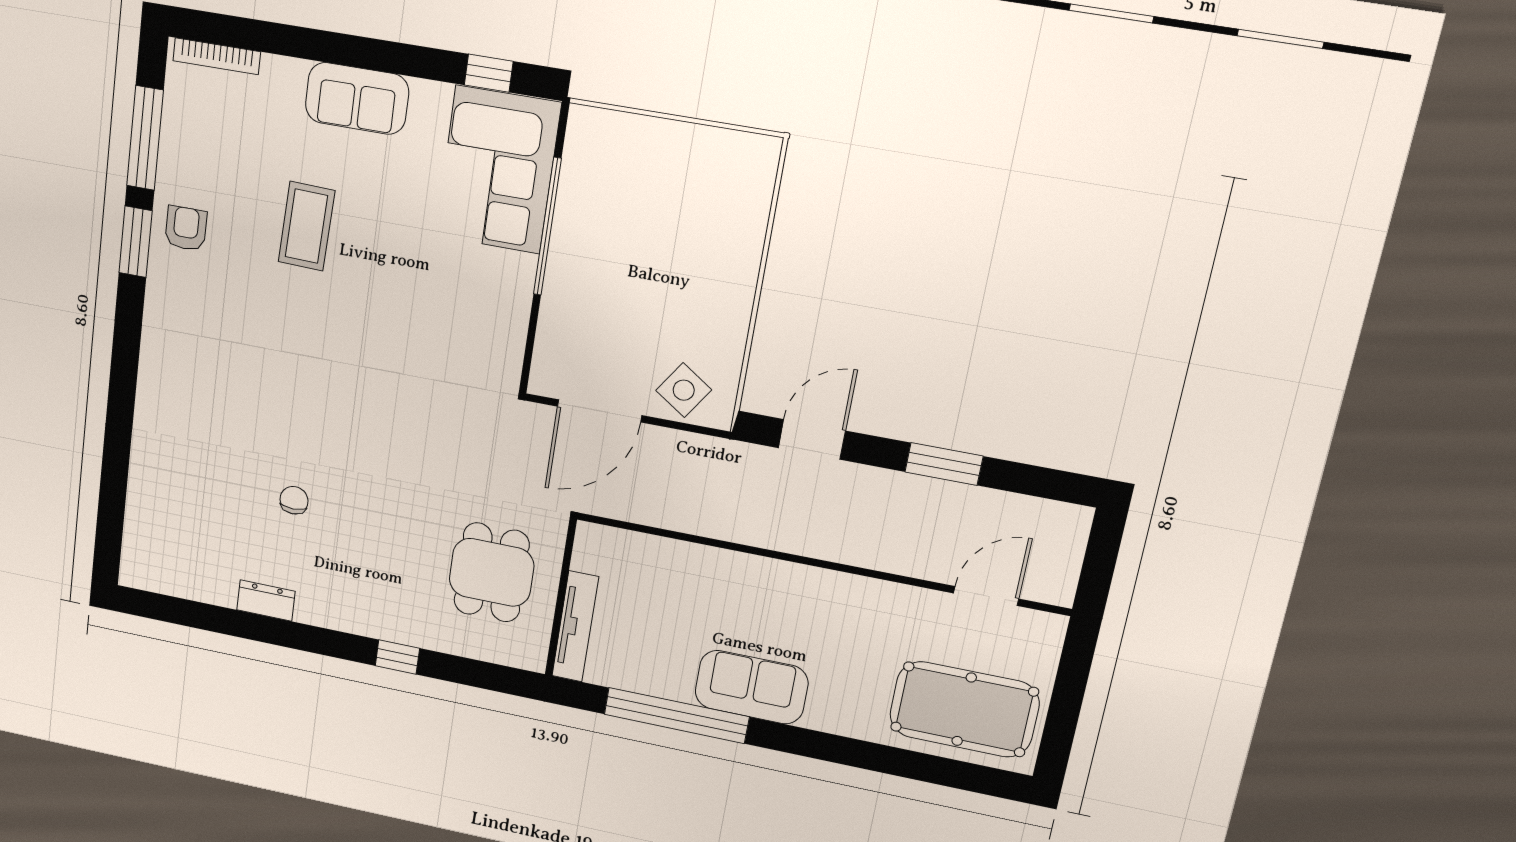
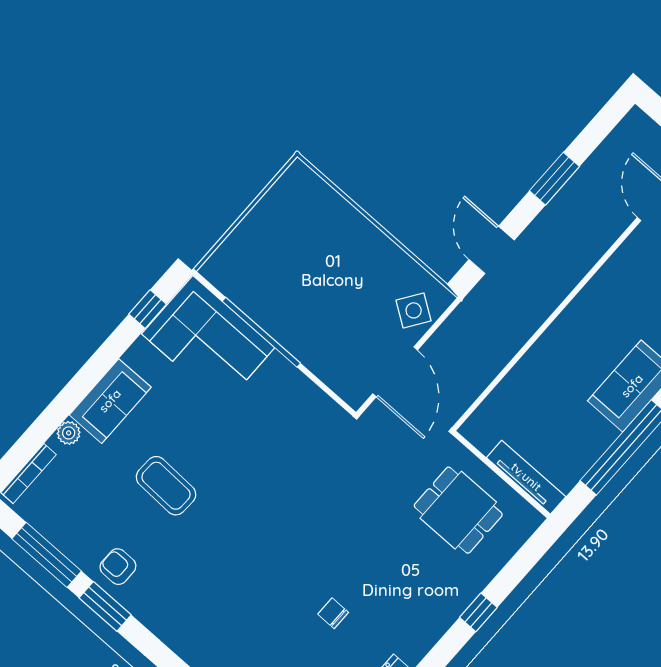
plant: (291, 73) -> (69, 433), added

